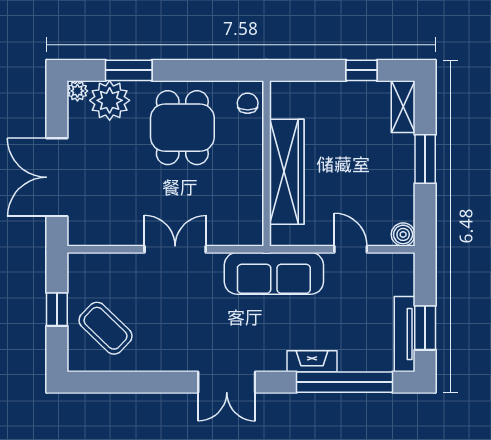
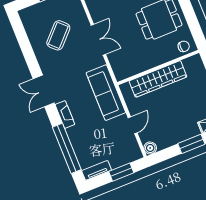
coffee table: (106, 328) -> (58, 35), moved
window: (425, 328) -> (121, 172), moved
tv unit: (405, 334) -> (97, 170), width x0.71
fireplace: (312, 361) -> (65, 114), moved

